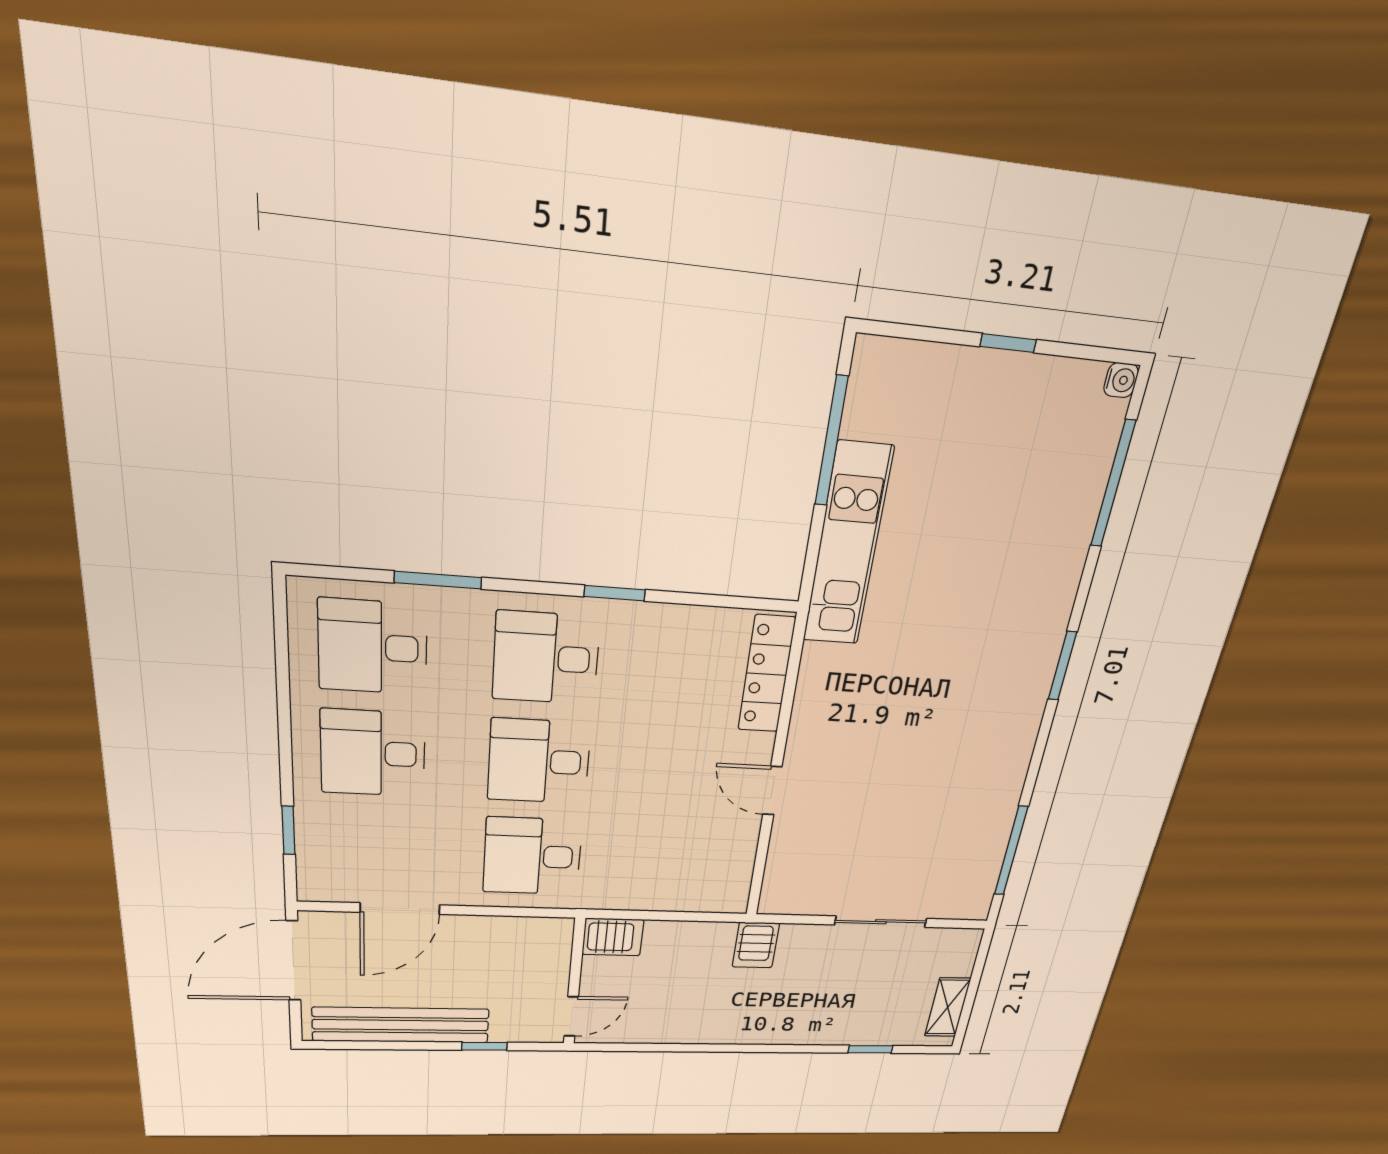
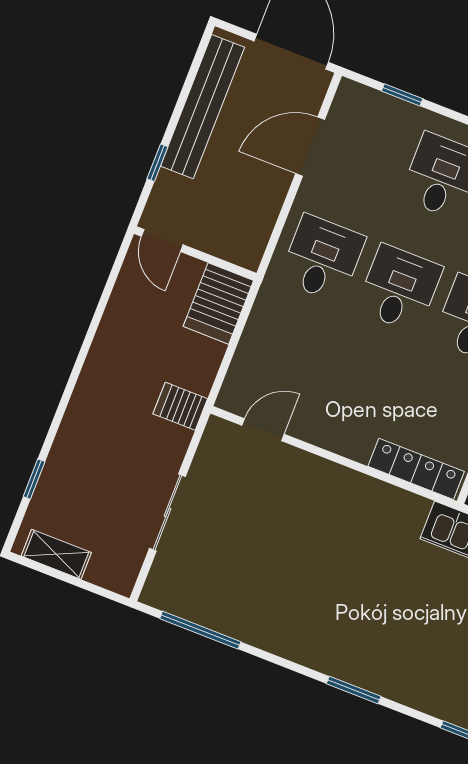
door: (772, 791) -> (263, 430), moved
door: (400, 909) -> (310, 147), hinge flipped
server rack: (613, 937) -> (218, 303), width x1.36, depth x1.44

